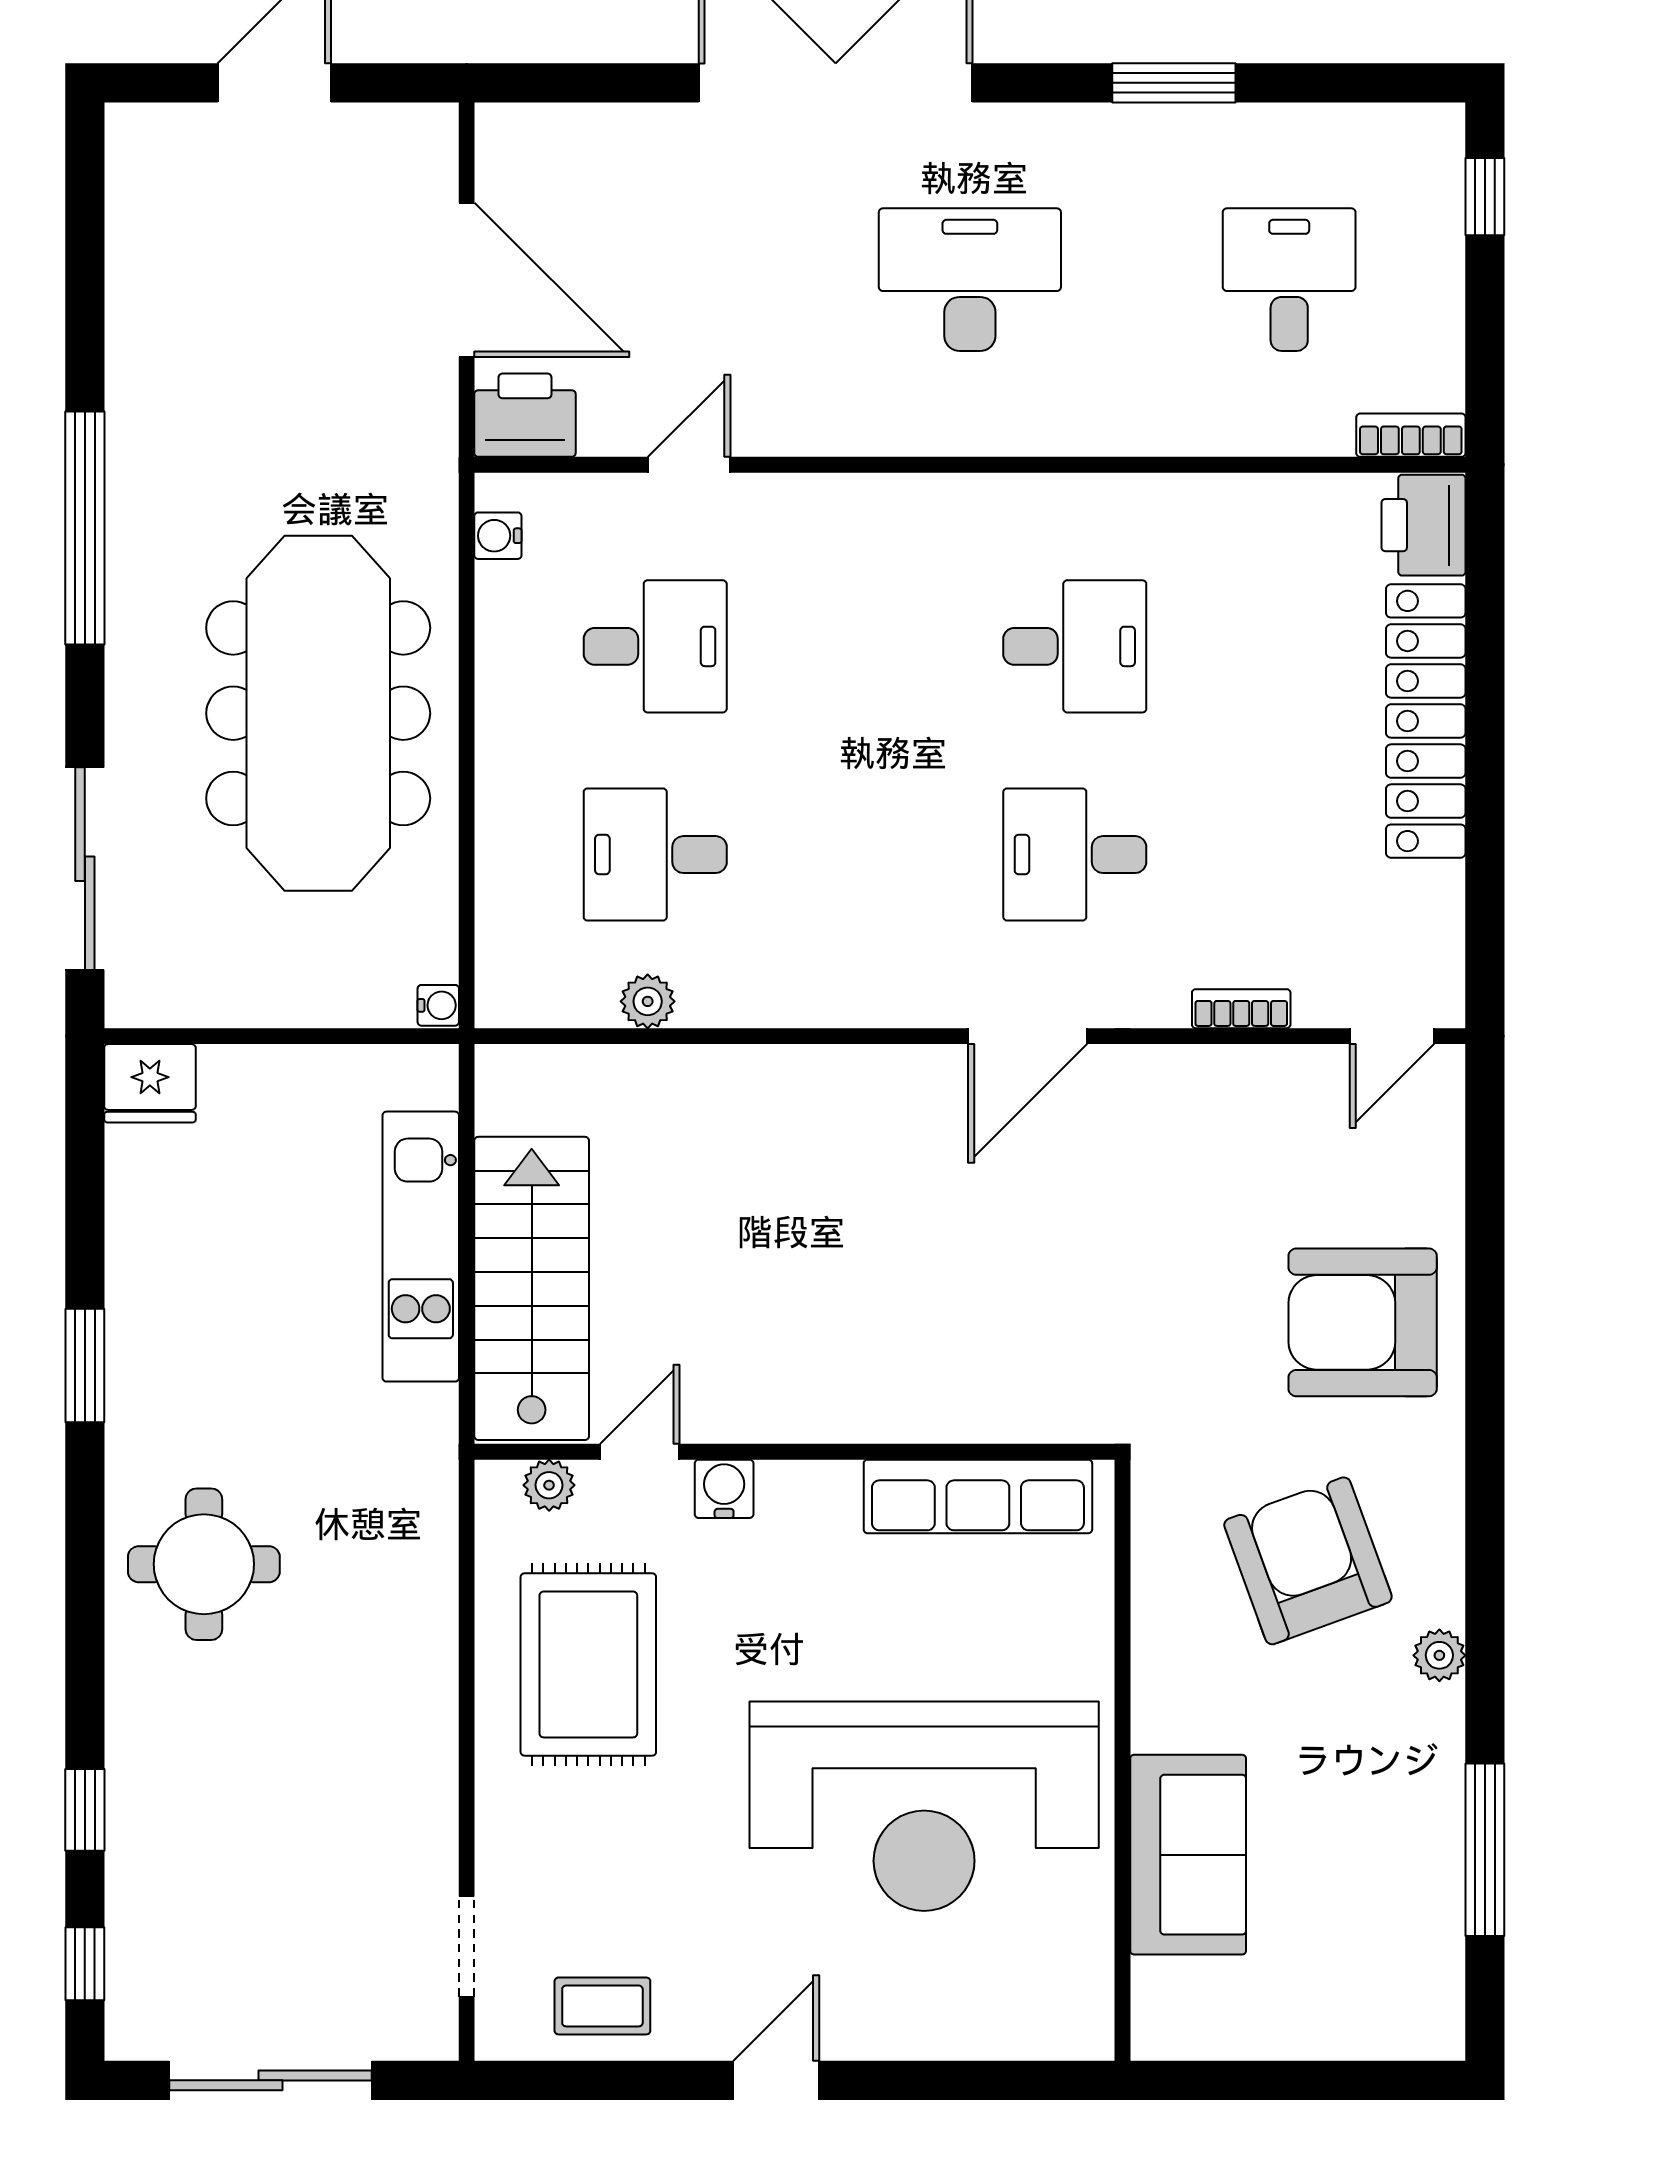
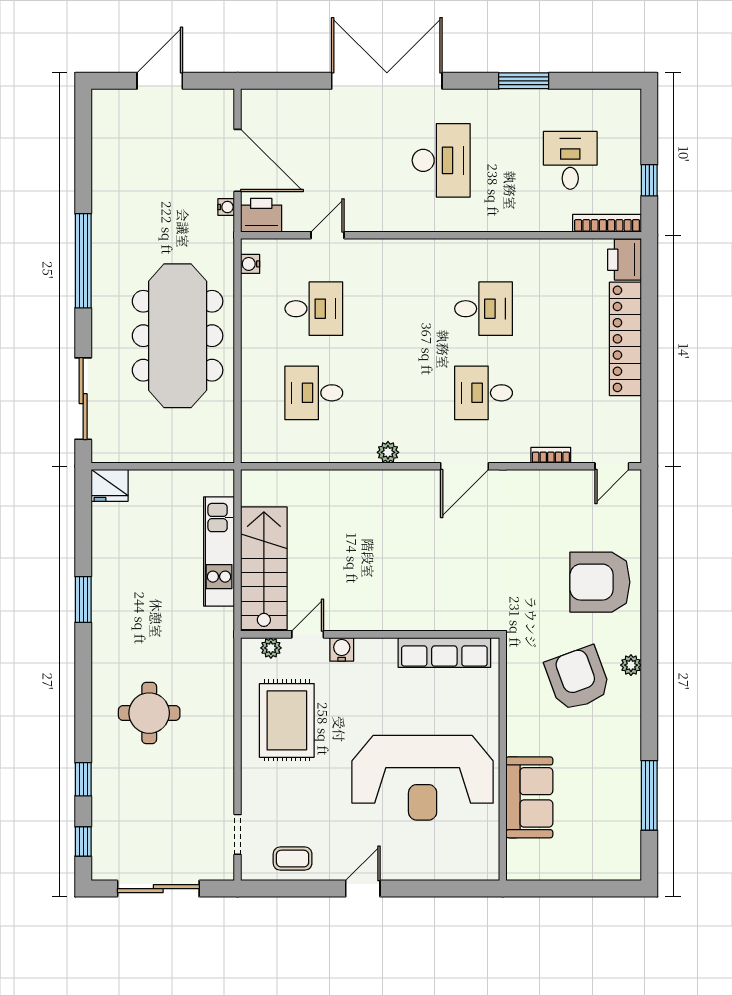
window: (1485, 197) -> (649, 180), moved
desk: (970, 280) -> (441, 160), turned 90
bookcase: (1411, 435) -> (607, 223), width x1.56
plant: (648, 1001) -> (388, 452), moved
water cooler: (438, 1005) -> (226, 207), moved
round table: (204, 1564) -> (149, 713), moved
plant: (1439, 1655) -> (631, 665), moved

